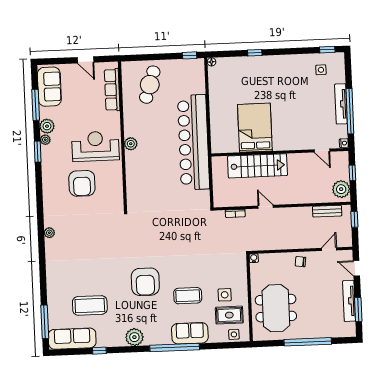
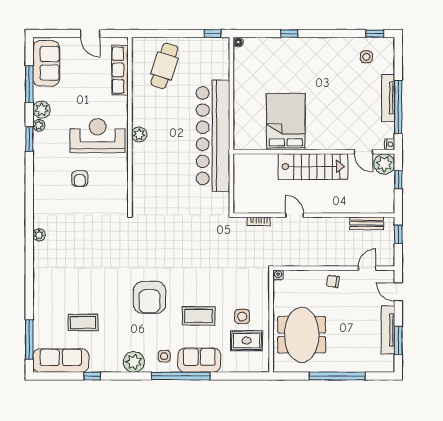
stairs: (257, 166) -> (313, 167), moved
armchair: (82, 183) -> (80, 179), width x0.53, depth x0.53
plant: (341, 189) -> (384, 164), moved
coffee table: (90, 305) -> (83, 322), width x0.73, depth x0.76
side table: (234, 334) -> (164, 356), moved

